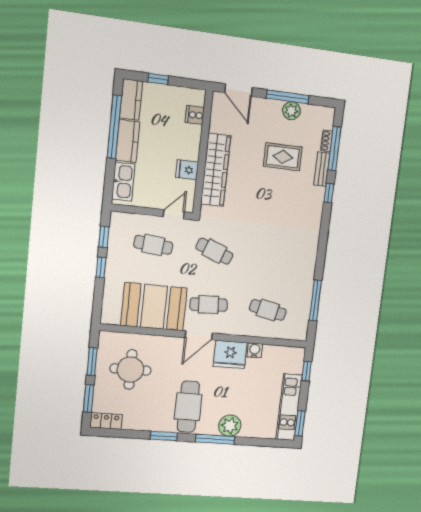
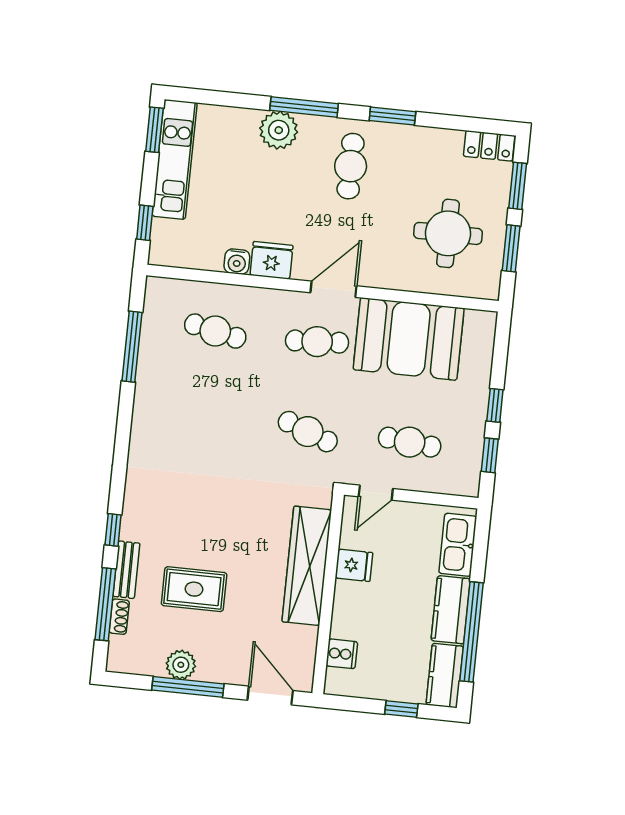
fridge: (230, 354) -> (271, 260), width x0.73, depth x0.75
cafe table: (188, 407) -> (351, 166), width x0.73, depth x0.74

